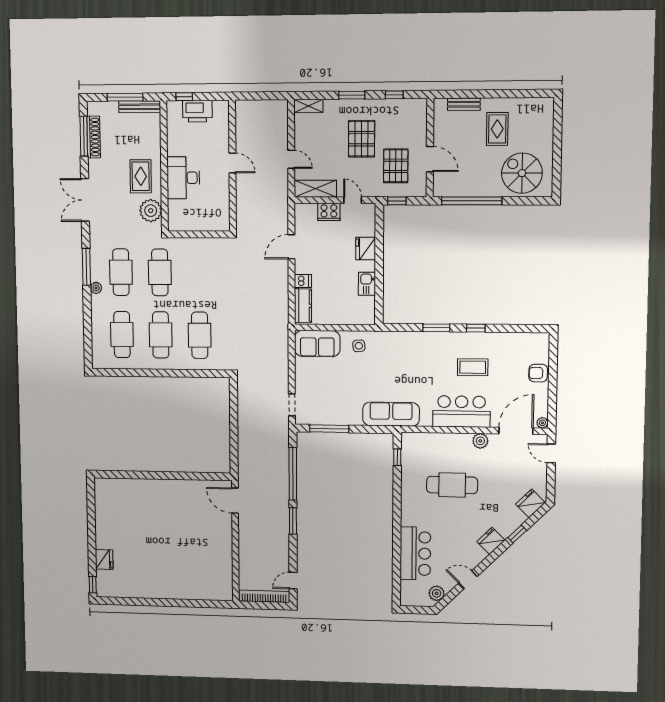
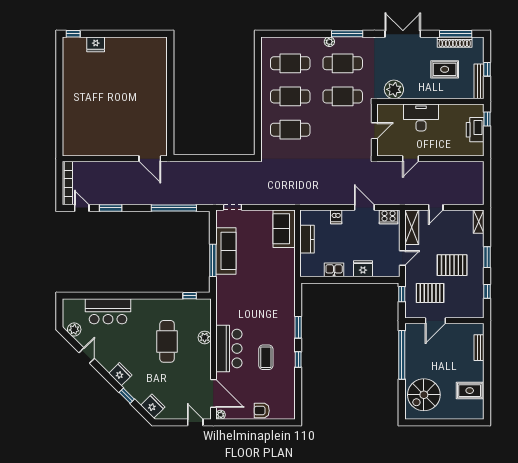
window: (125, 97) -> (487, 69), width x0.46
rug: (497, 129) -> (470, 391), moved
door: (232, 163) -> (411, 159), moved
spiral stairs: (522, 173) -> (424, 395), turned 180
rug: (141, 176) -> (445, 69), moved
cooker: (329, 212) -> (389, 217), moved, turned -90
door: (200, 234) -> (374, 131), added
kitchen counter: (303, 306) -> (307, 239), moved, turned -90
side table: (359, 346) -> (283, 263), removed
armchair: (538, 373) -> (262, 411), turned -90
sofa: (391, 414) -> (226, 251), moved
window: (329, 429) -> (213, 260), moved
plant: (480, 441) -> (205, 337), moved
door: (551, 453) -> (195, 422), hinge flipped
door: (235, 501) -> (150, 159), swing flipped
window: (293, 521) -> (111, 208), moved

